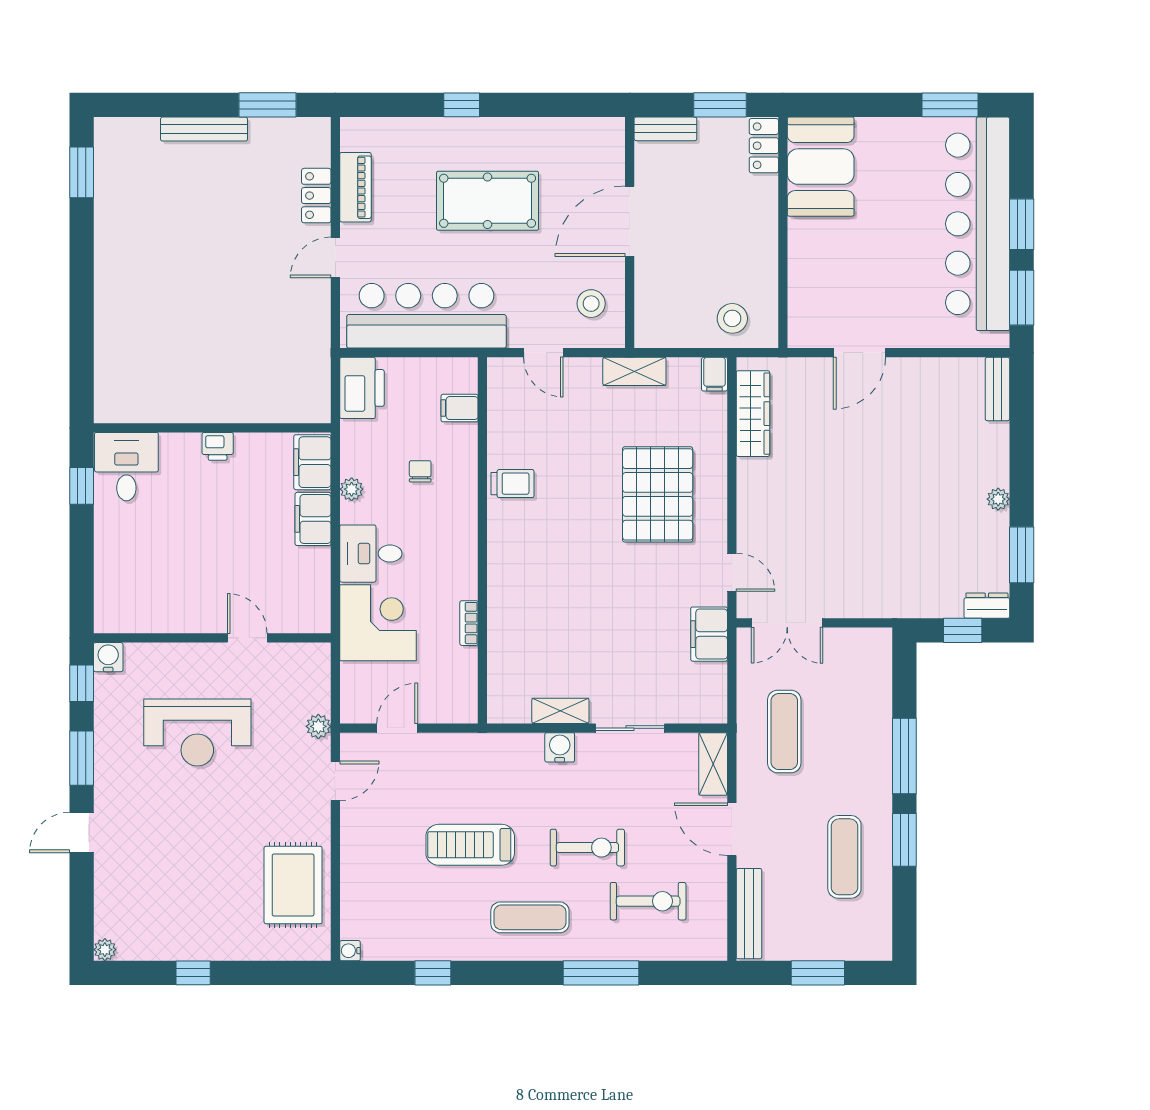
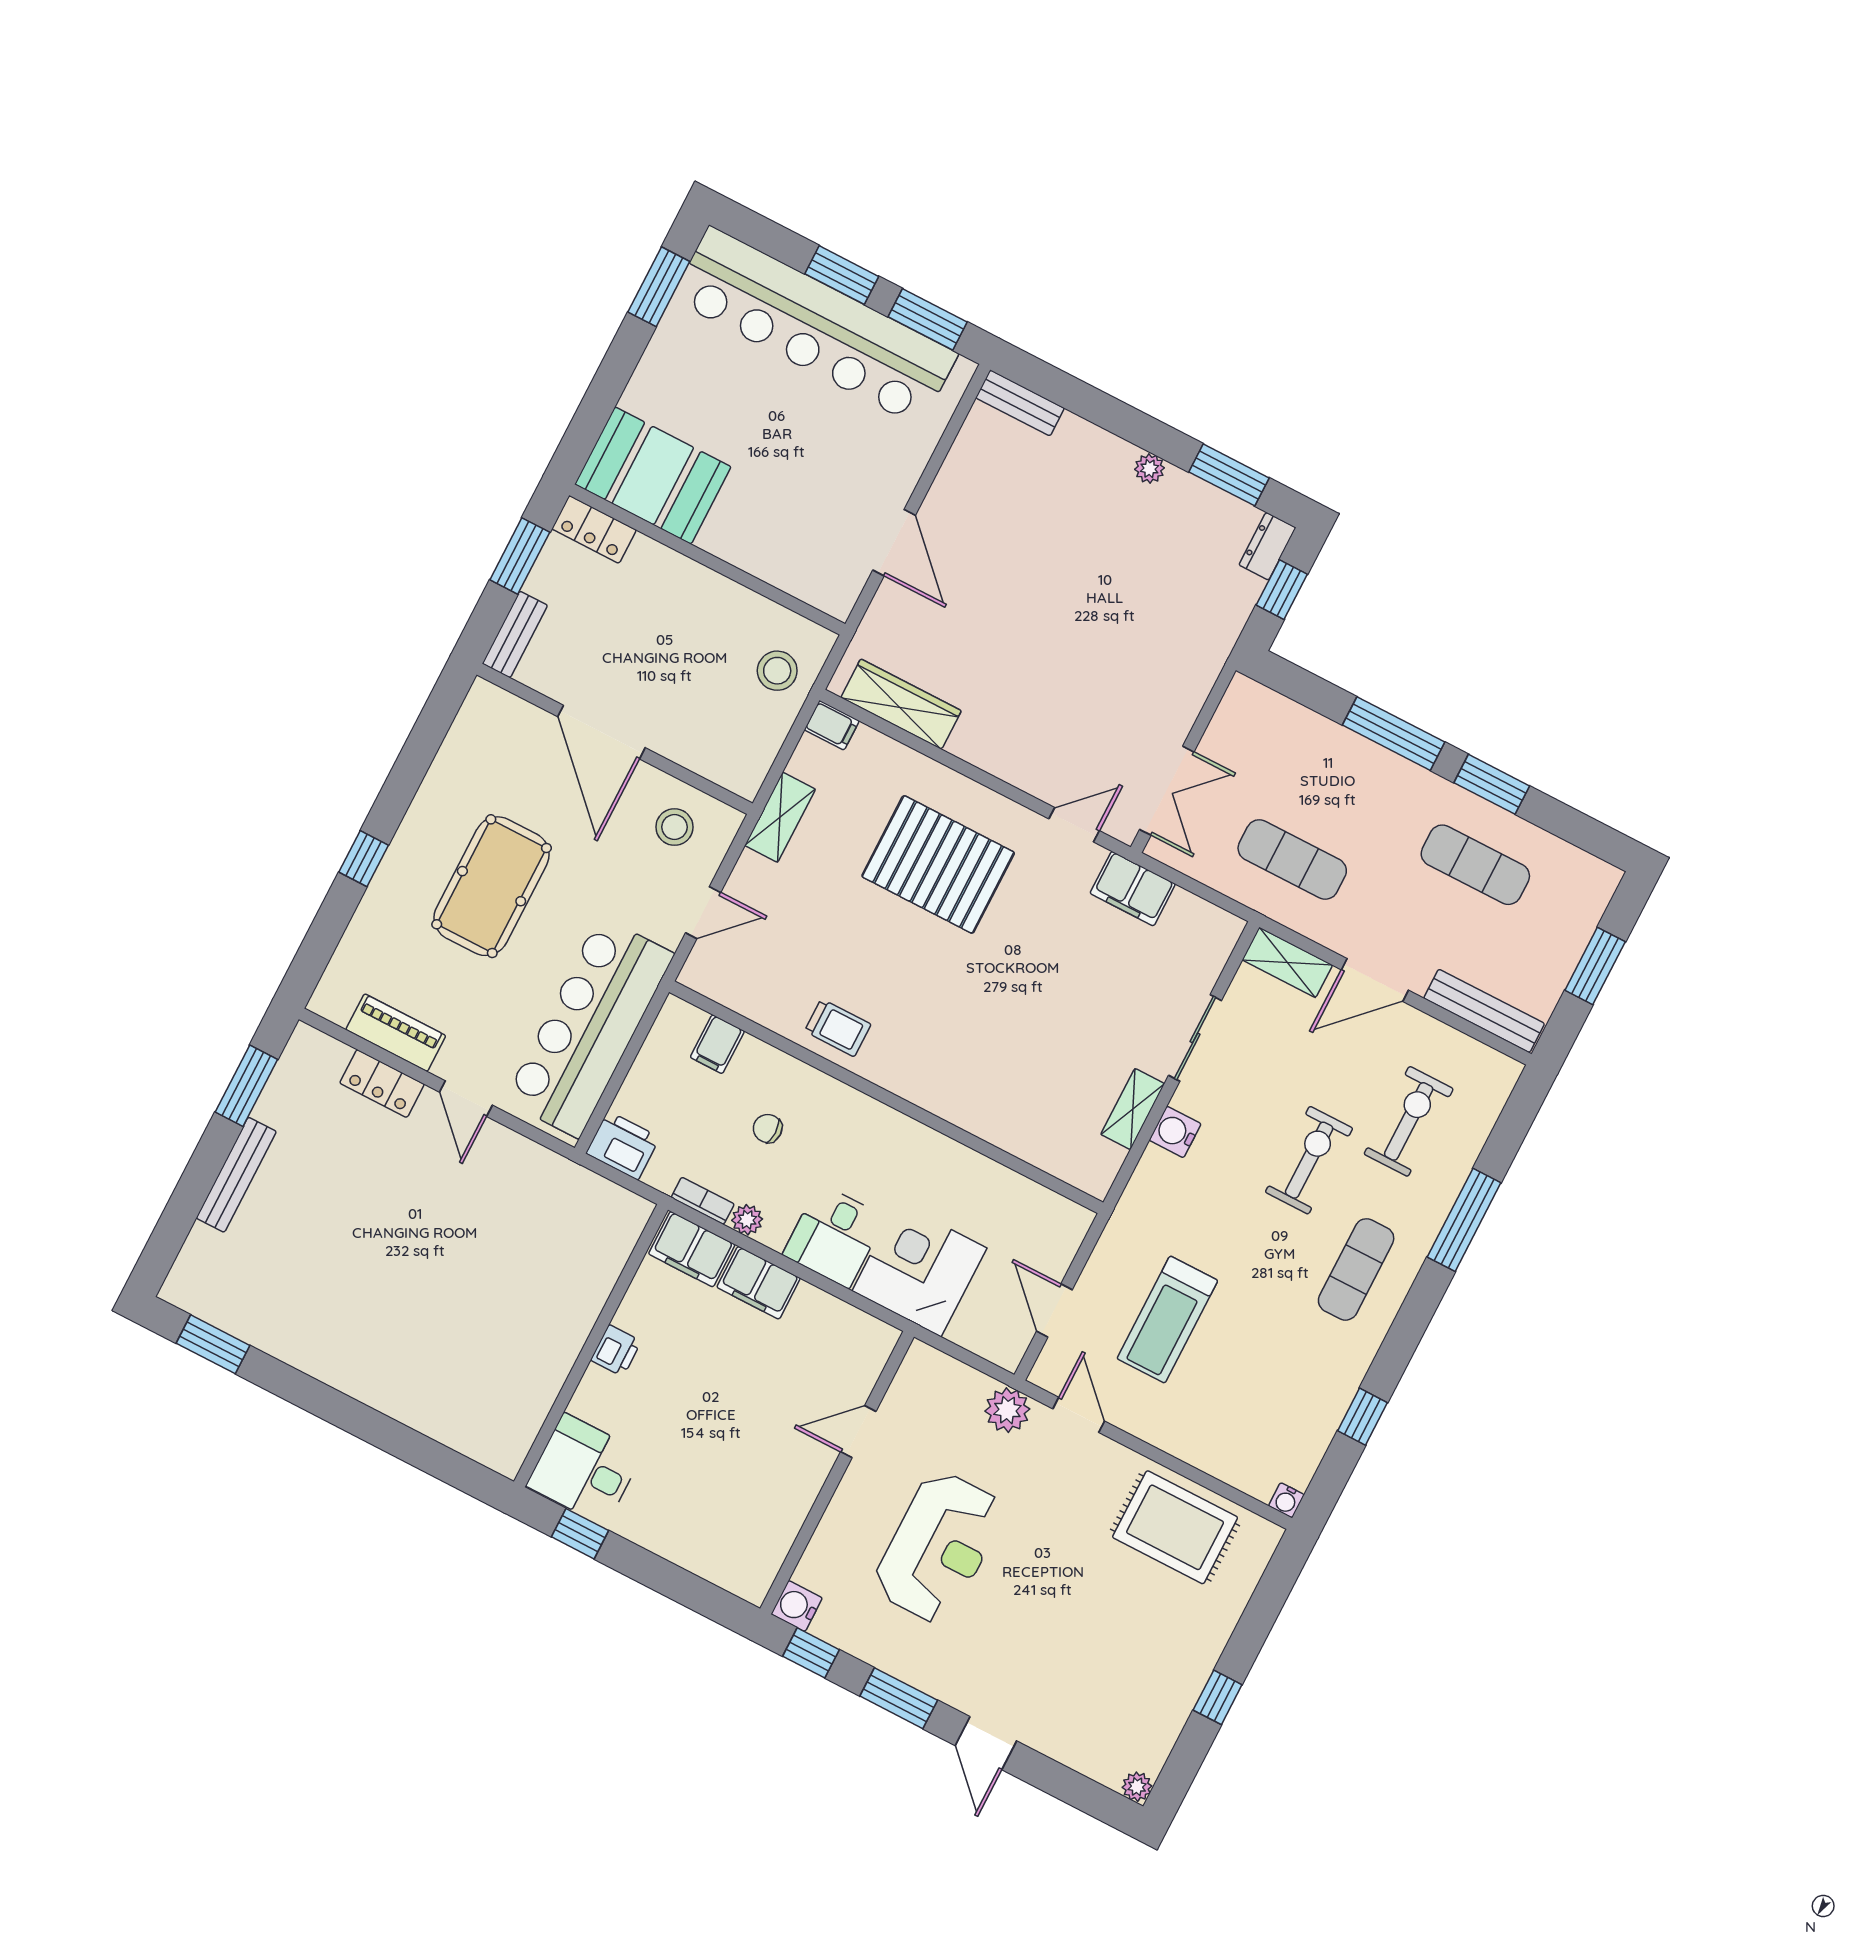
printer: (362, 388) -> (623, 1145), width x0.73, depth x0.84
trolley: (513, 484) -> (838, 1028), turned 90
bookcase: (469, 623) -> (703, 1201), moved, turned 180
plant: (318, 726) -> (1007, 1410), width x1.38, depth x1.38
treadmill: (470, 845) -> (1167, 1320), moved

